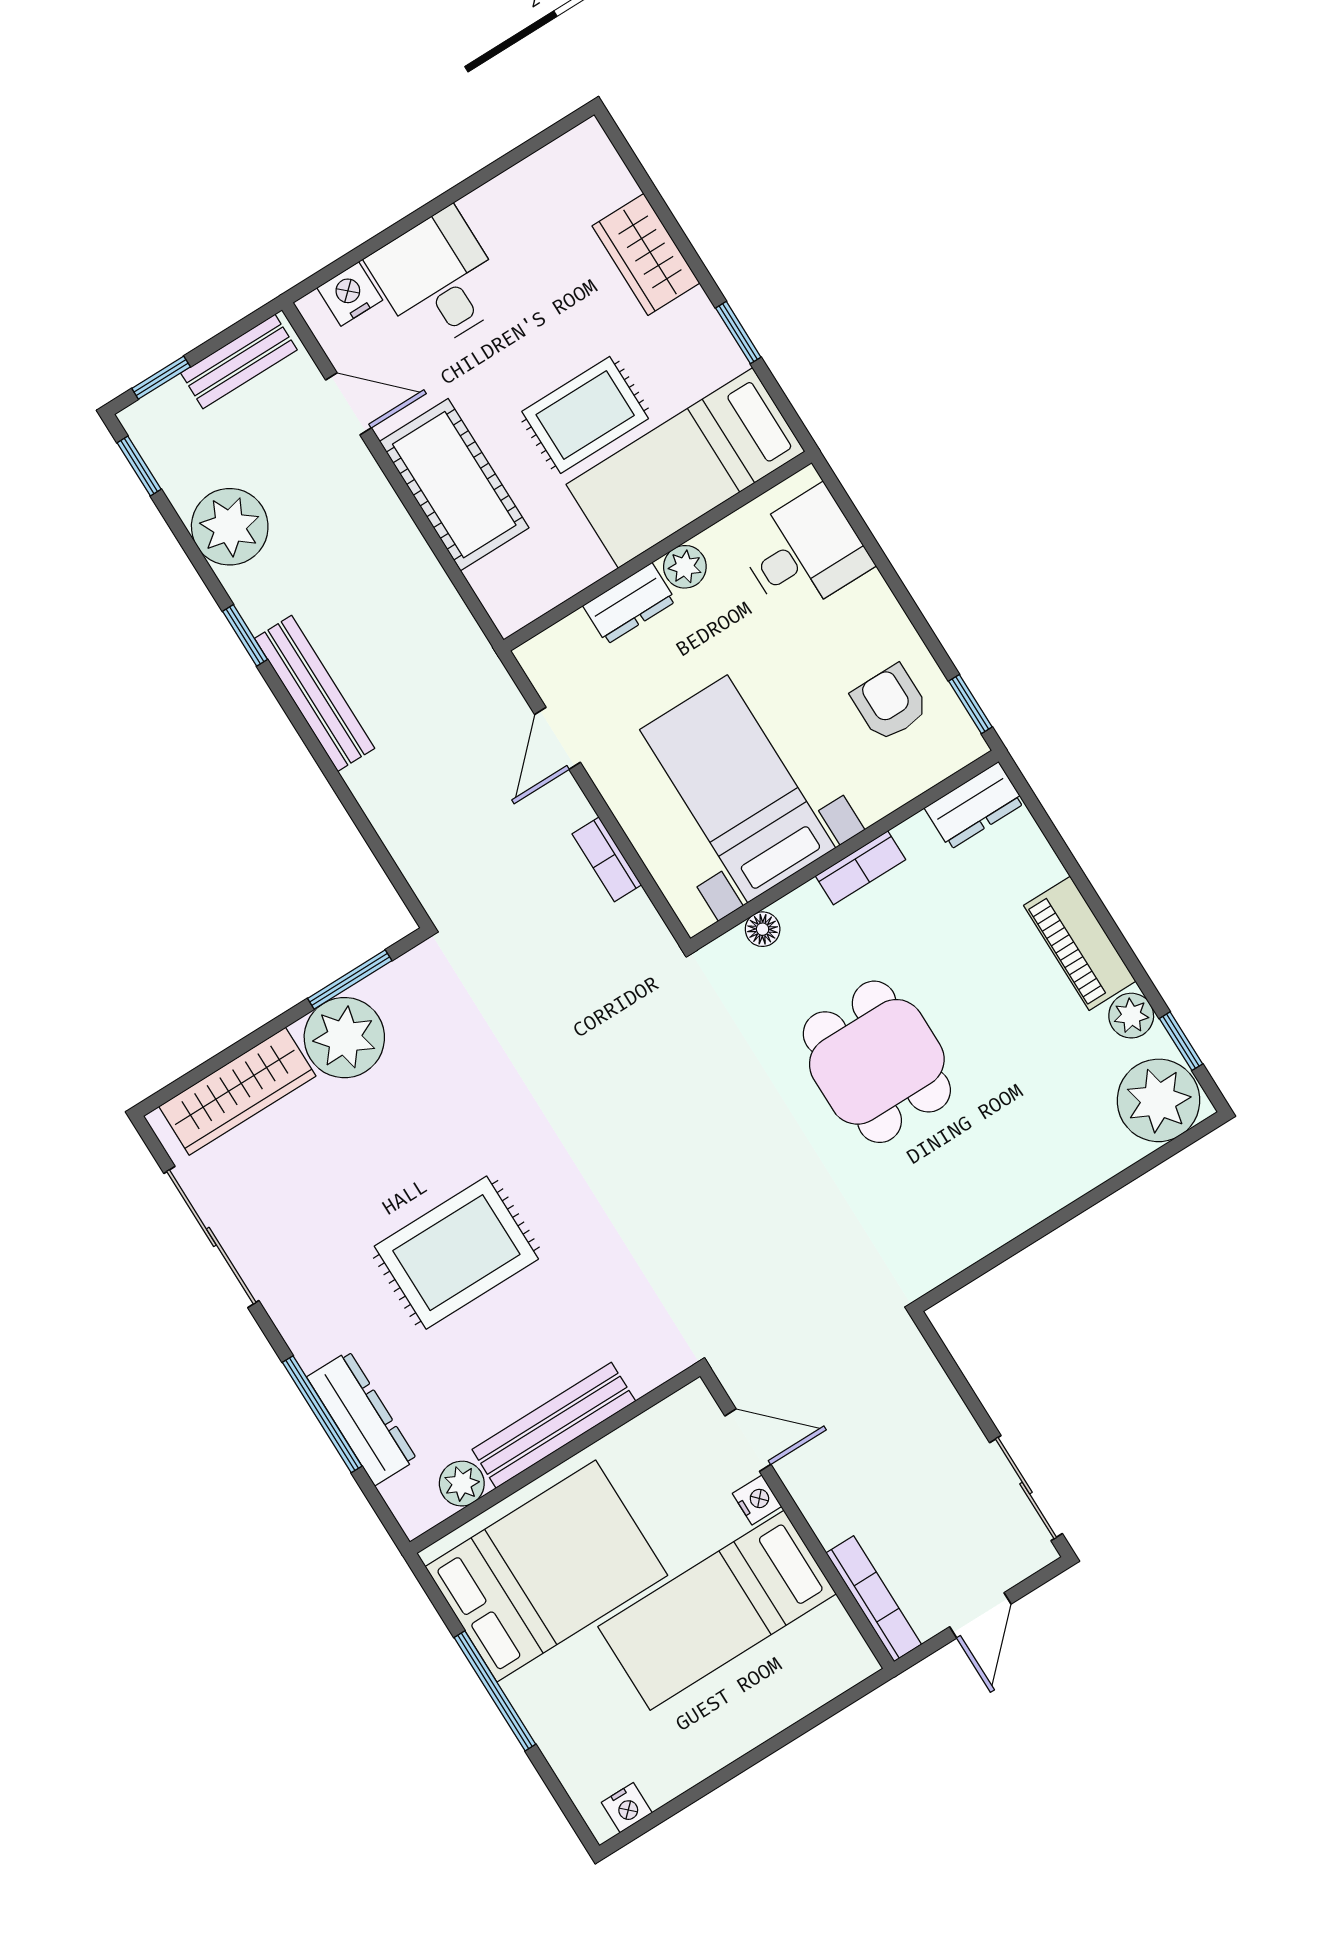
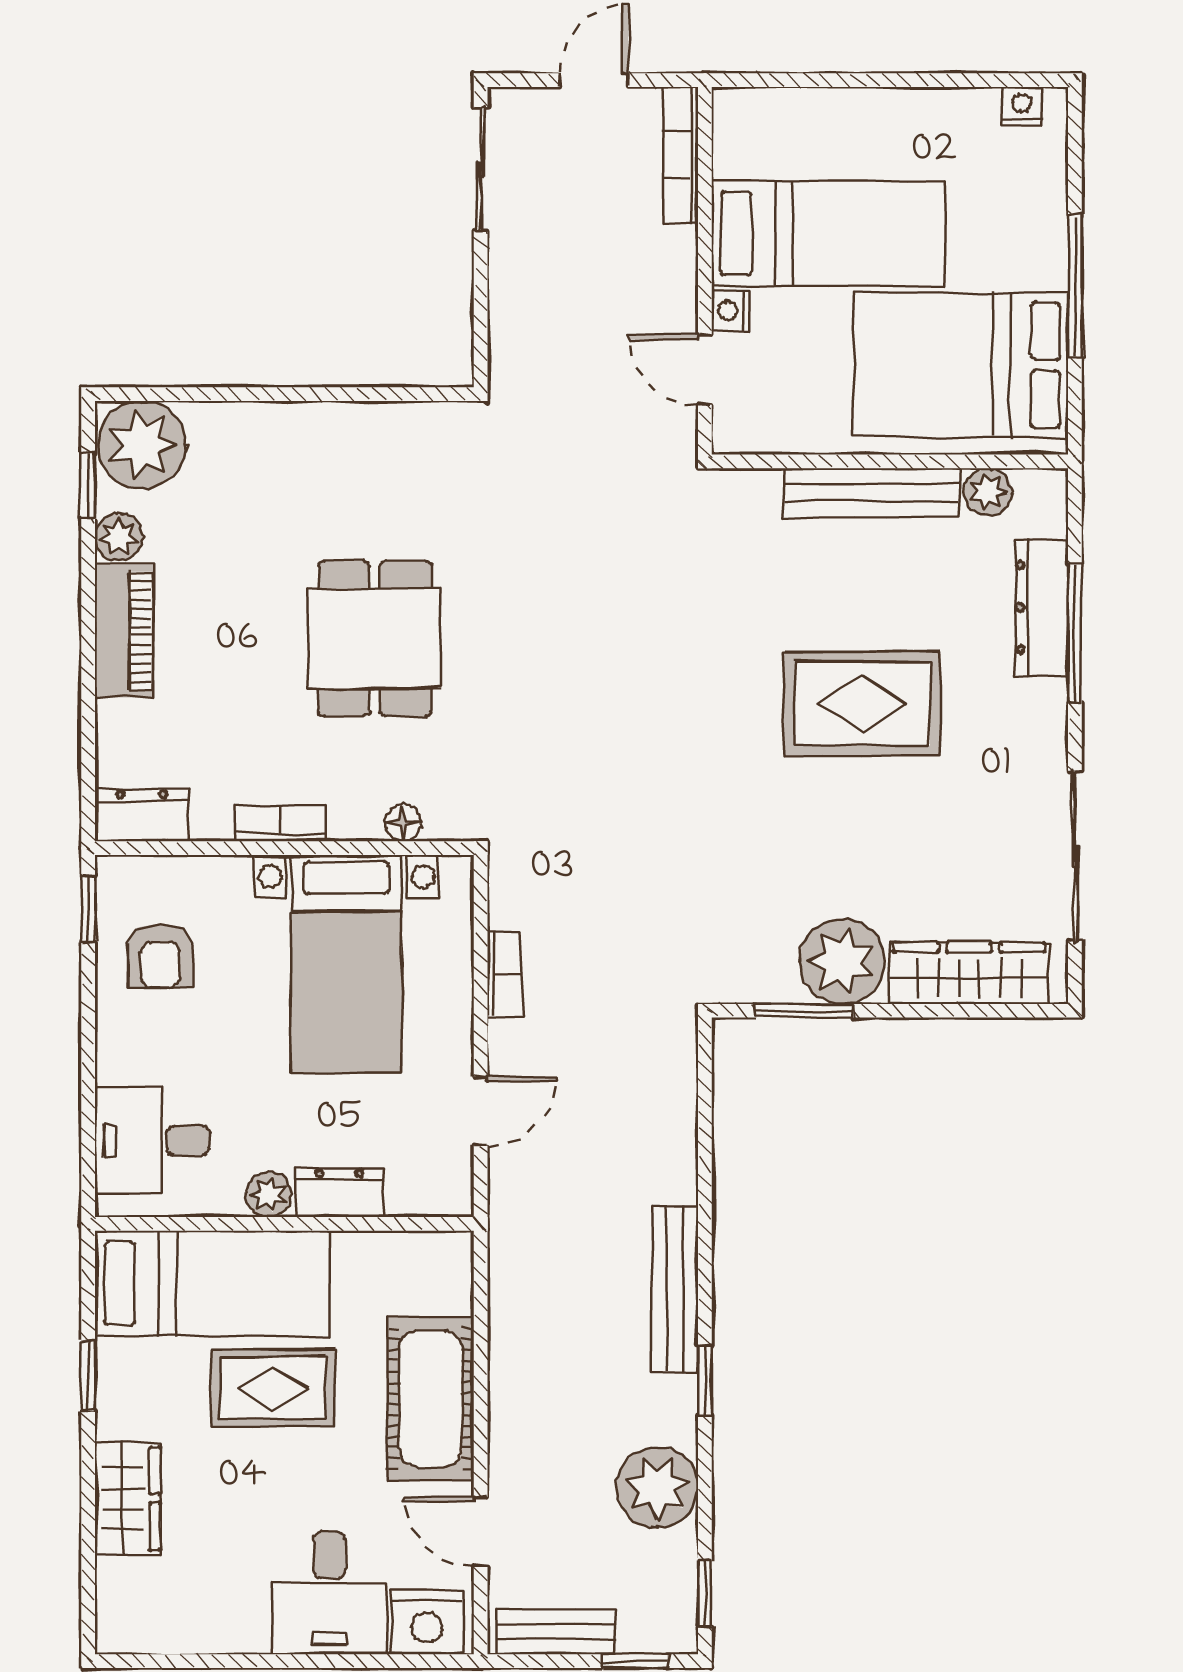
nightstand: (350, 294) -> (427, 1622), width x1.36, depth x1.33

